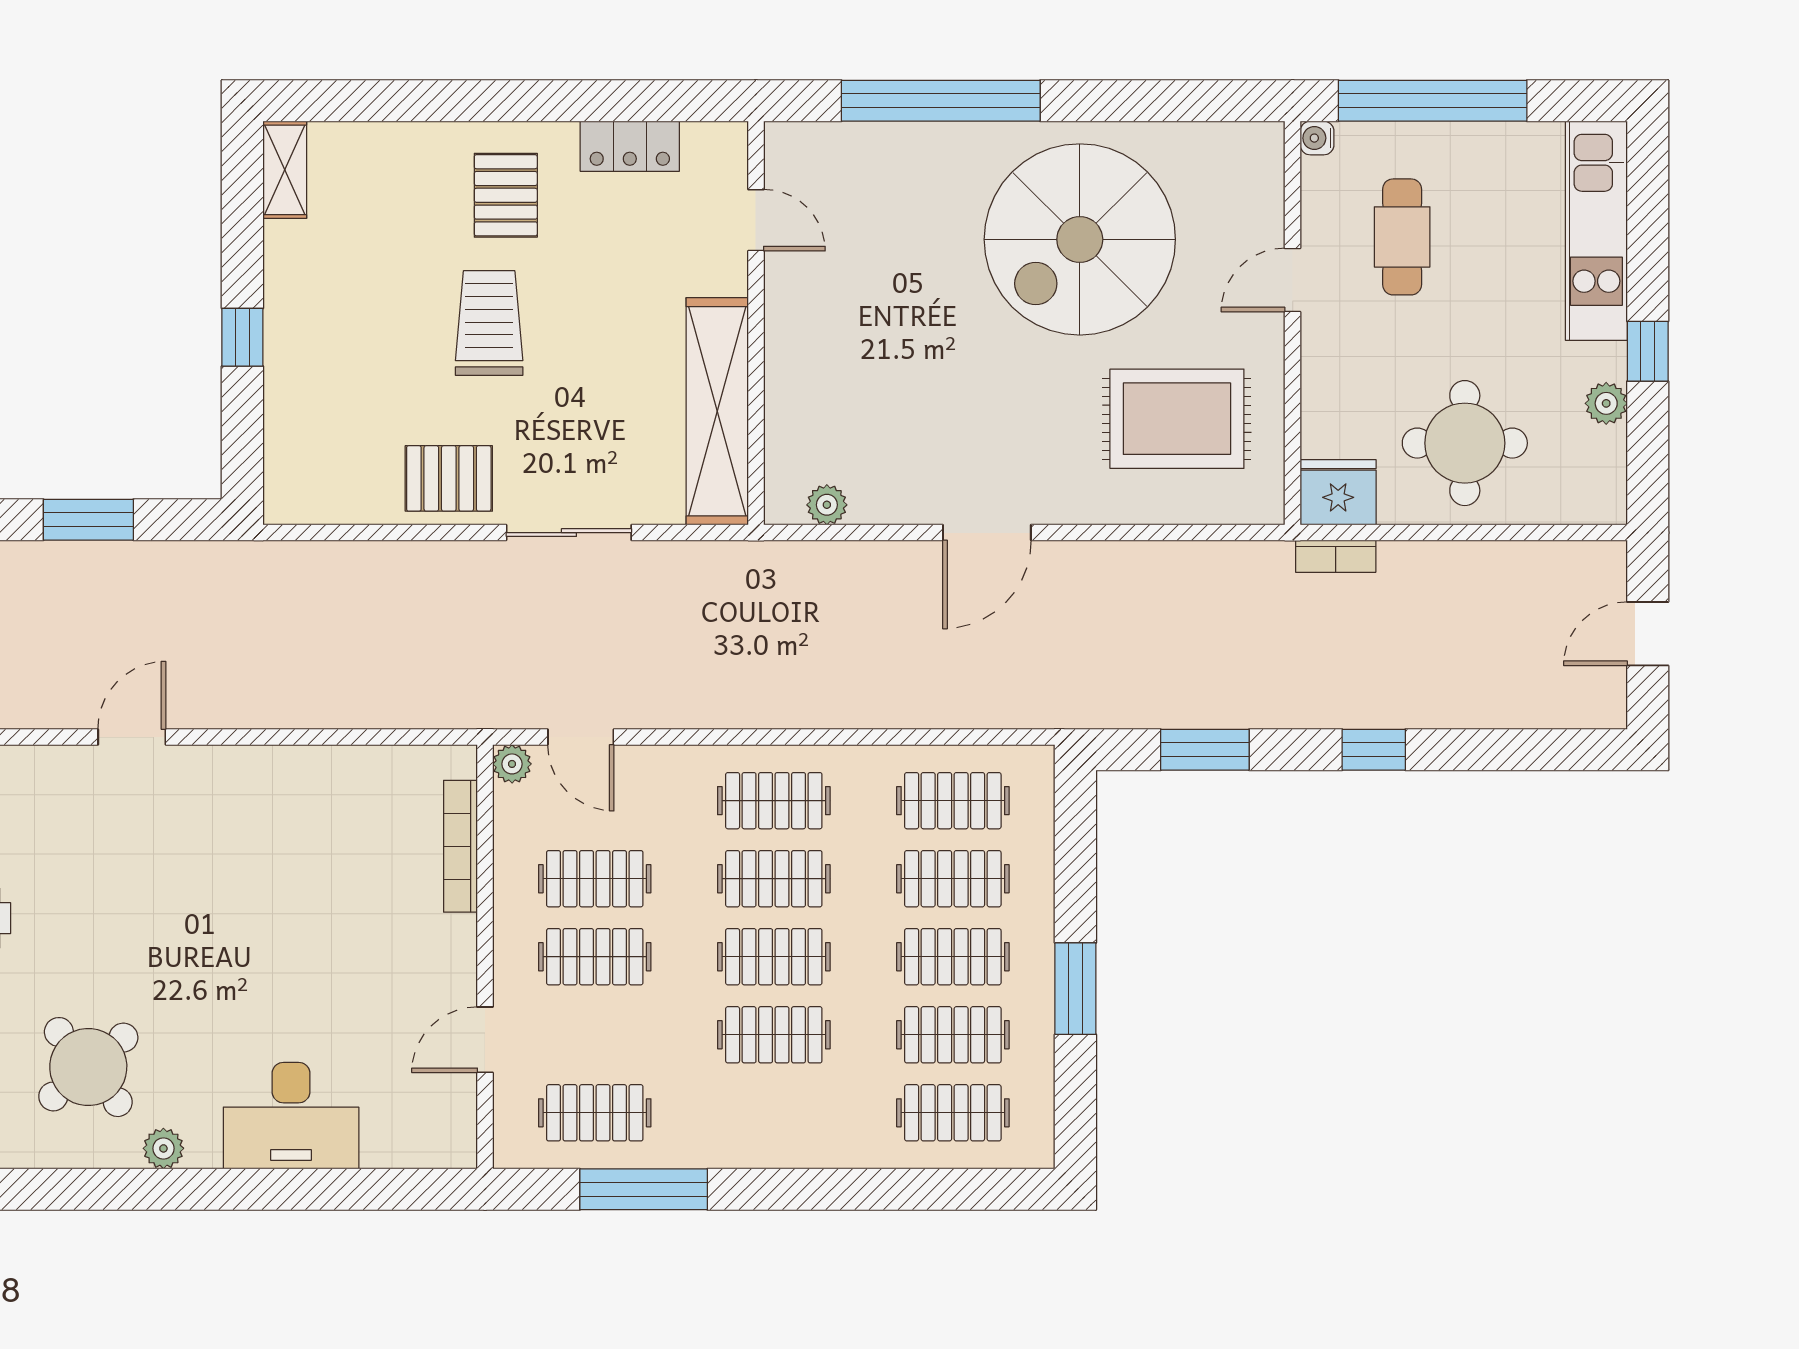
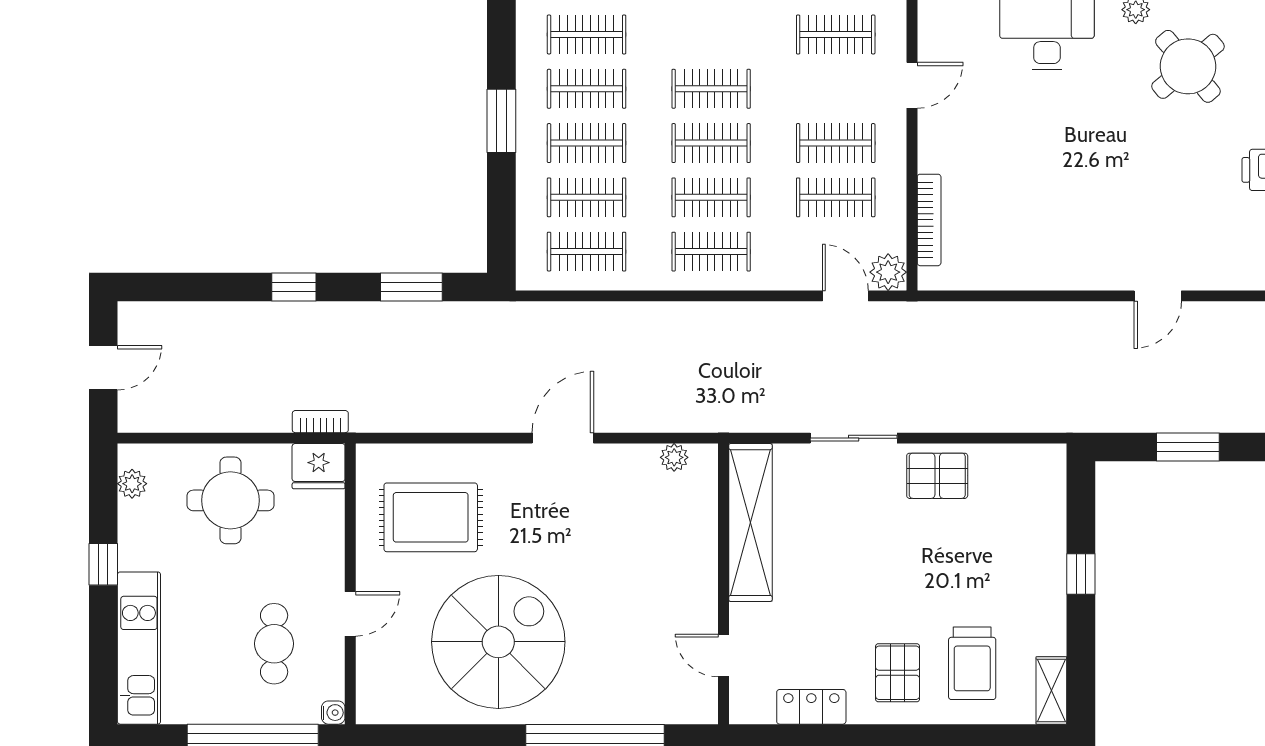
trolley: (489, 323) -> (972, 663), moved
plant: (1606, 403) -> (132, 484), moved
plant: (512, 764) -> (888, 272), width x1.38, depth x1.38

